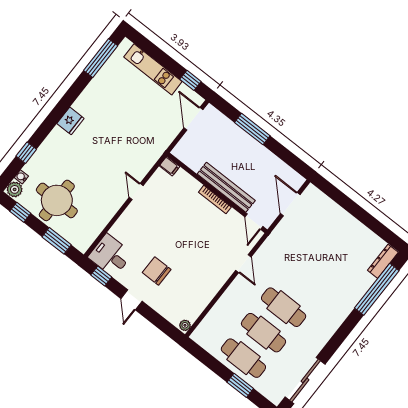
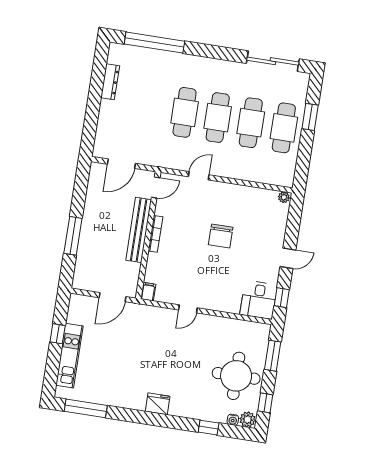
window: (190, 80) -> (58, 334), moved
door: (193, 119) -> (113, 297), moved
dresser: (383, 261) -> (110, 82), moved, turned -90
chair: (157, 271) -> (221, 236), moved
cafe table: (304, 282) -> (185, 112), added

